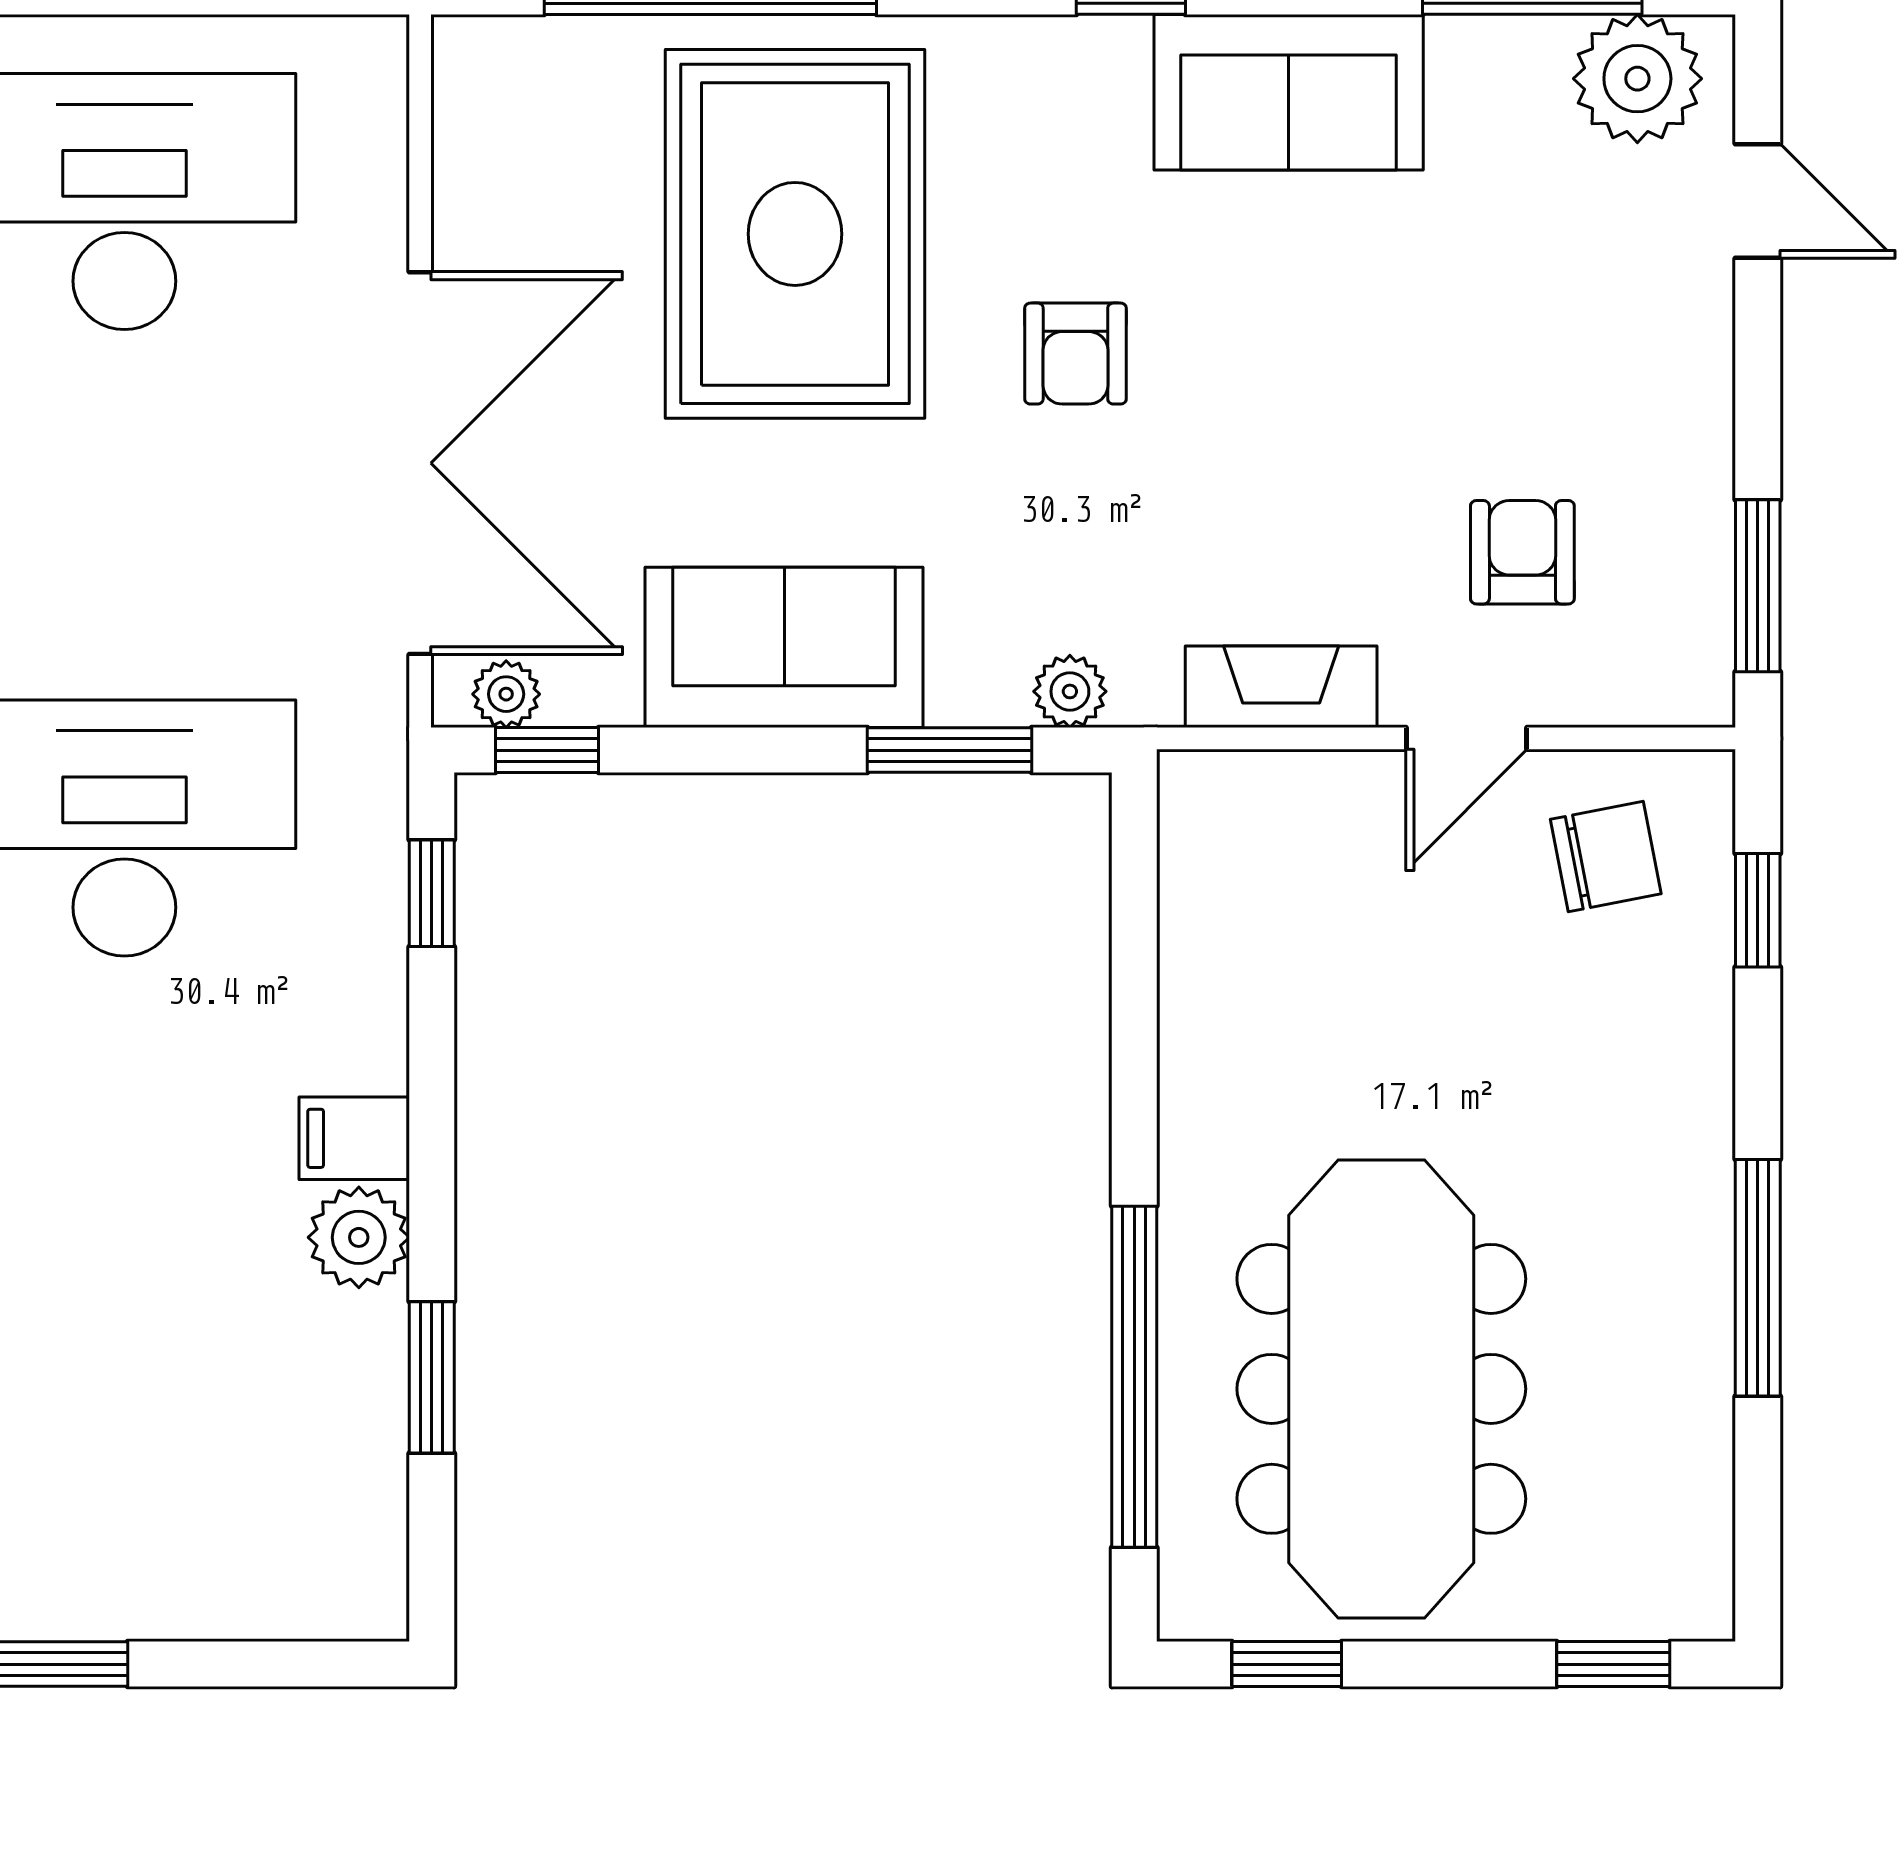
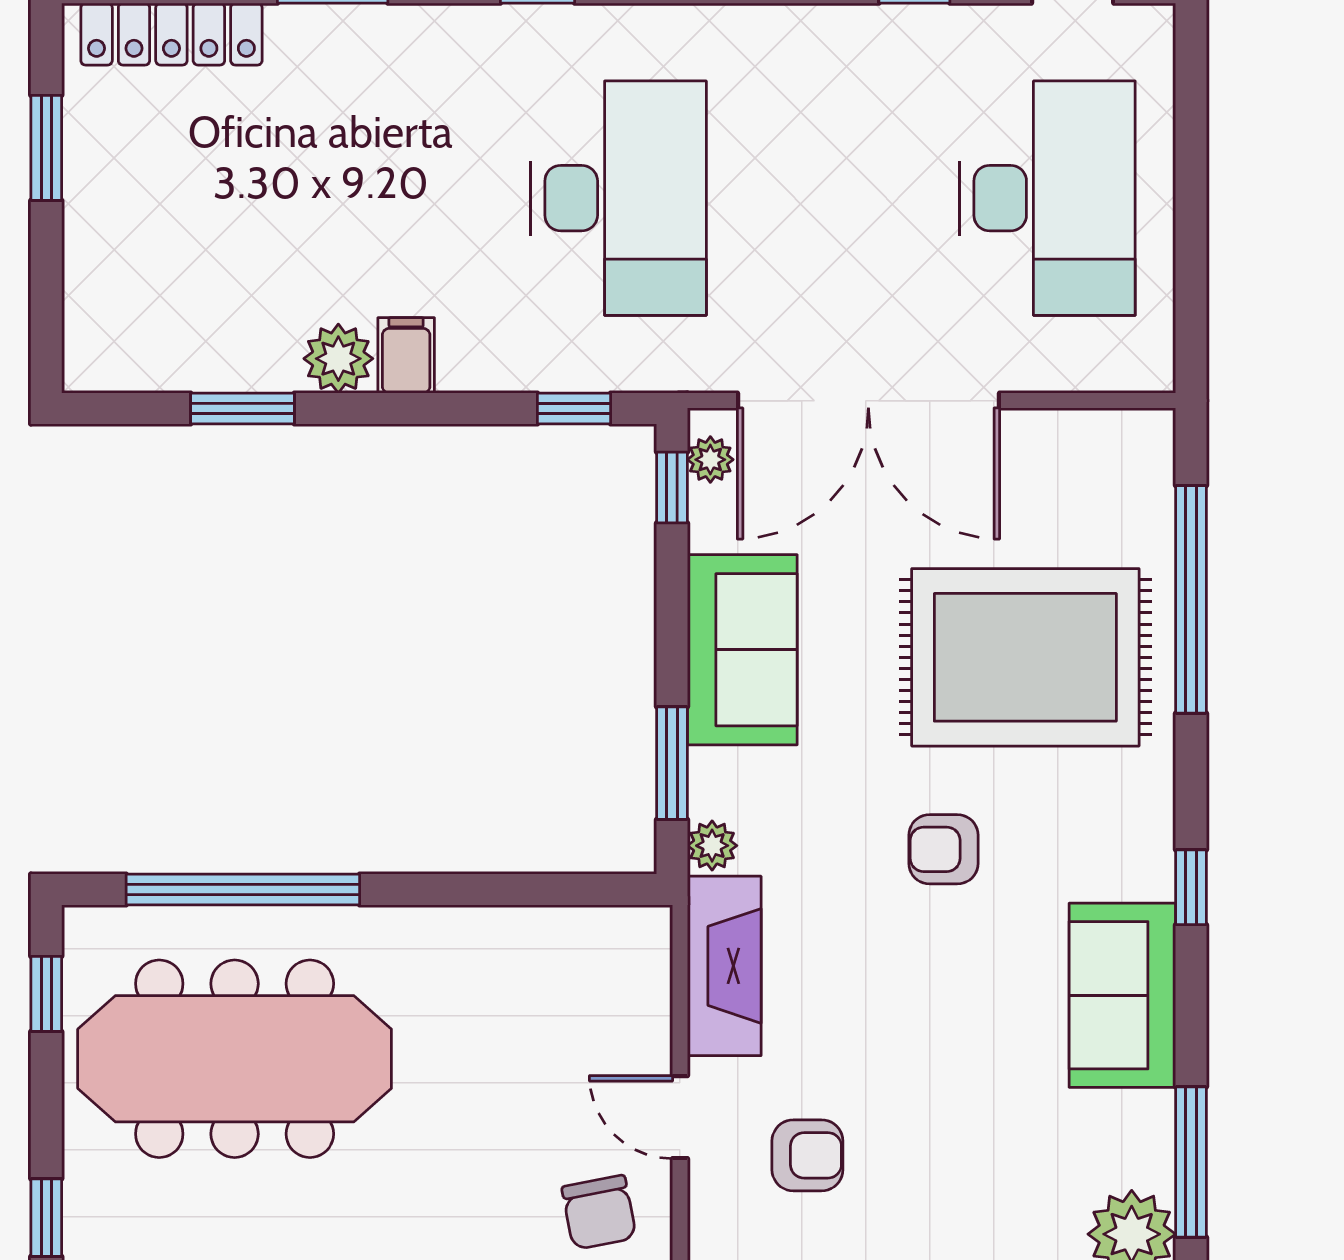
fireplace: (1281, 687) -> (724, 966), width x1.37, depth x1.32

